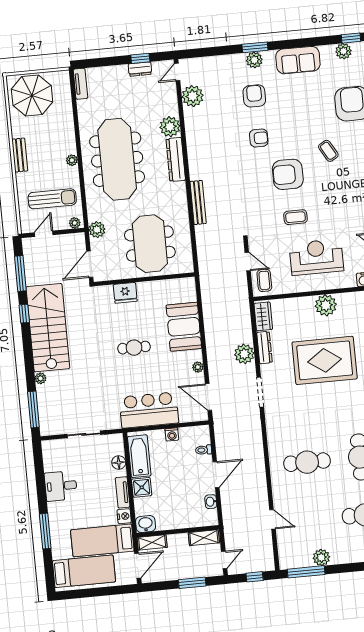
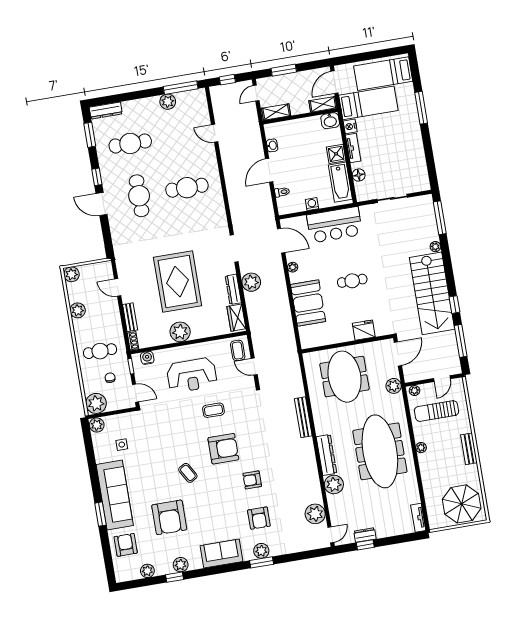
rug: (325, 360) -> (178, 282), turned 90
desk: (61, 486) -> (410, 150), removed

